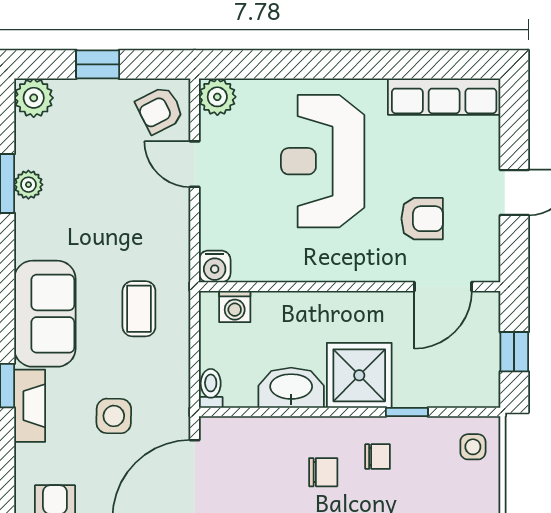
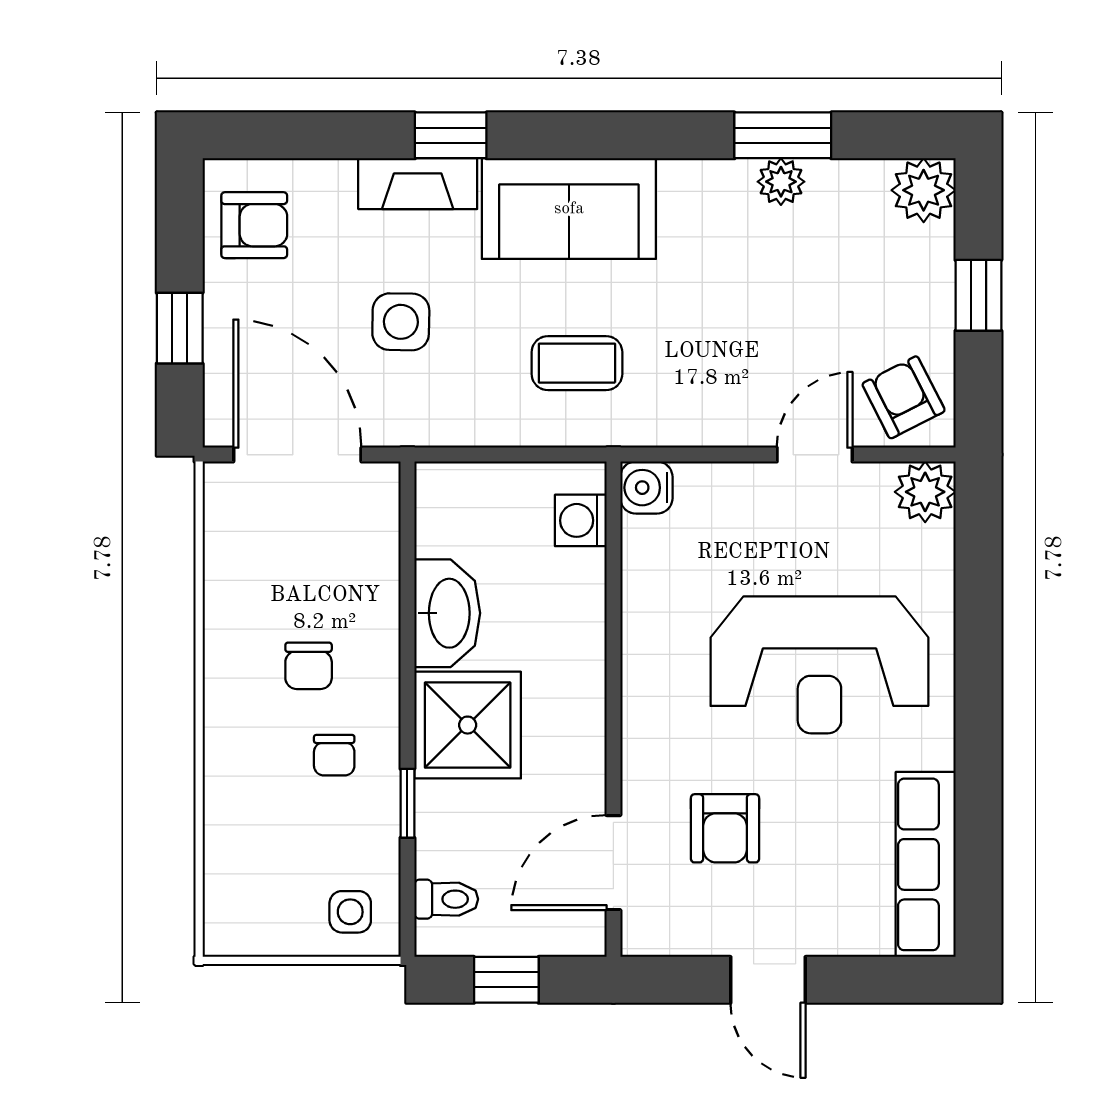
reception desk: (323, 161) -> (819, 665), turned 180
door: (443, 287) -> (613, 863), hinge flipped
toilet: (211, 388) -> (446, 899), moved

